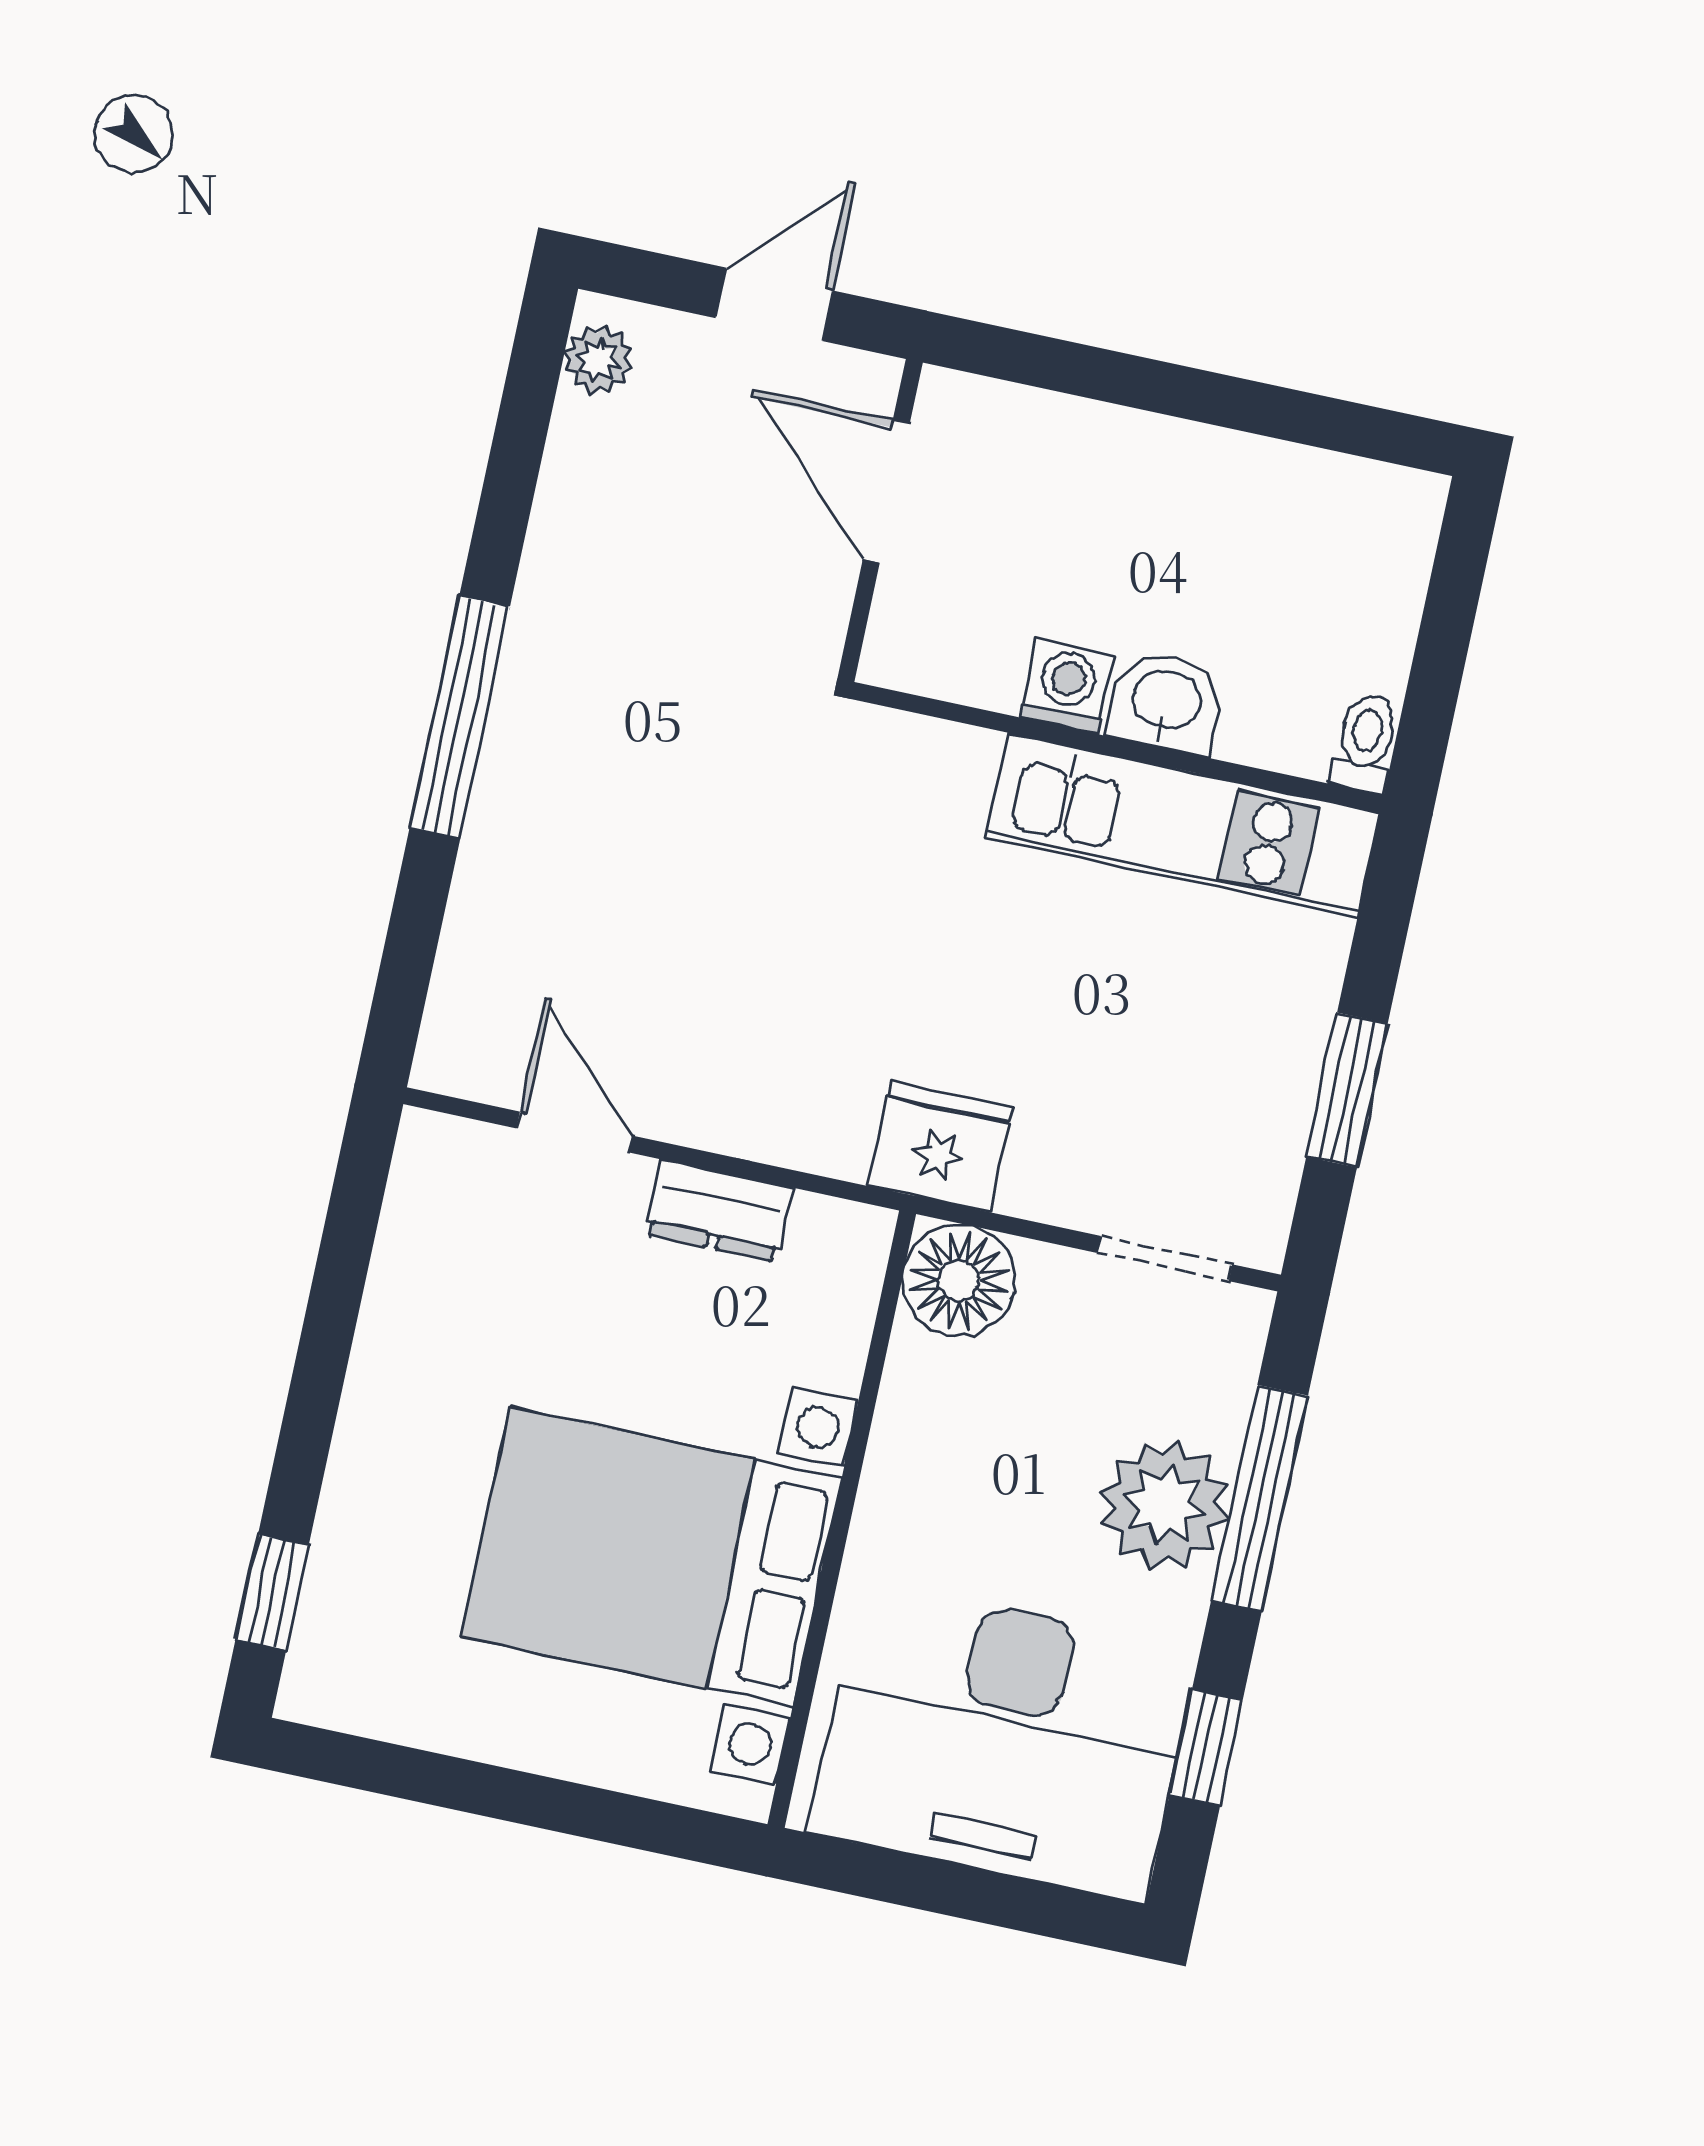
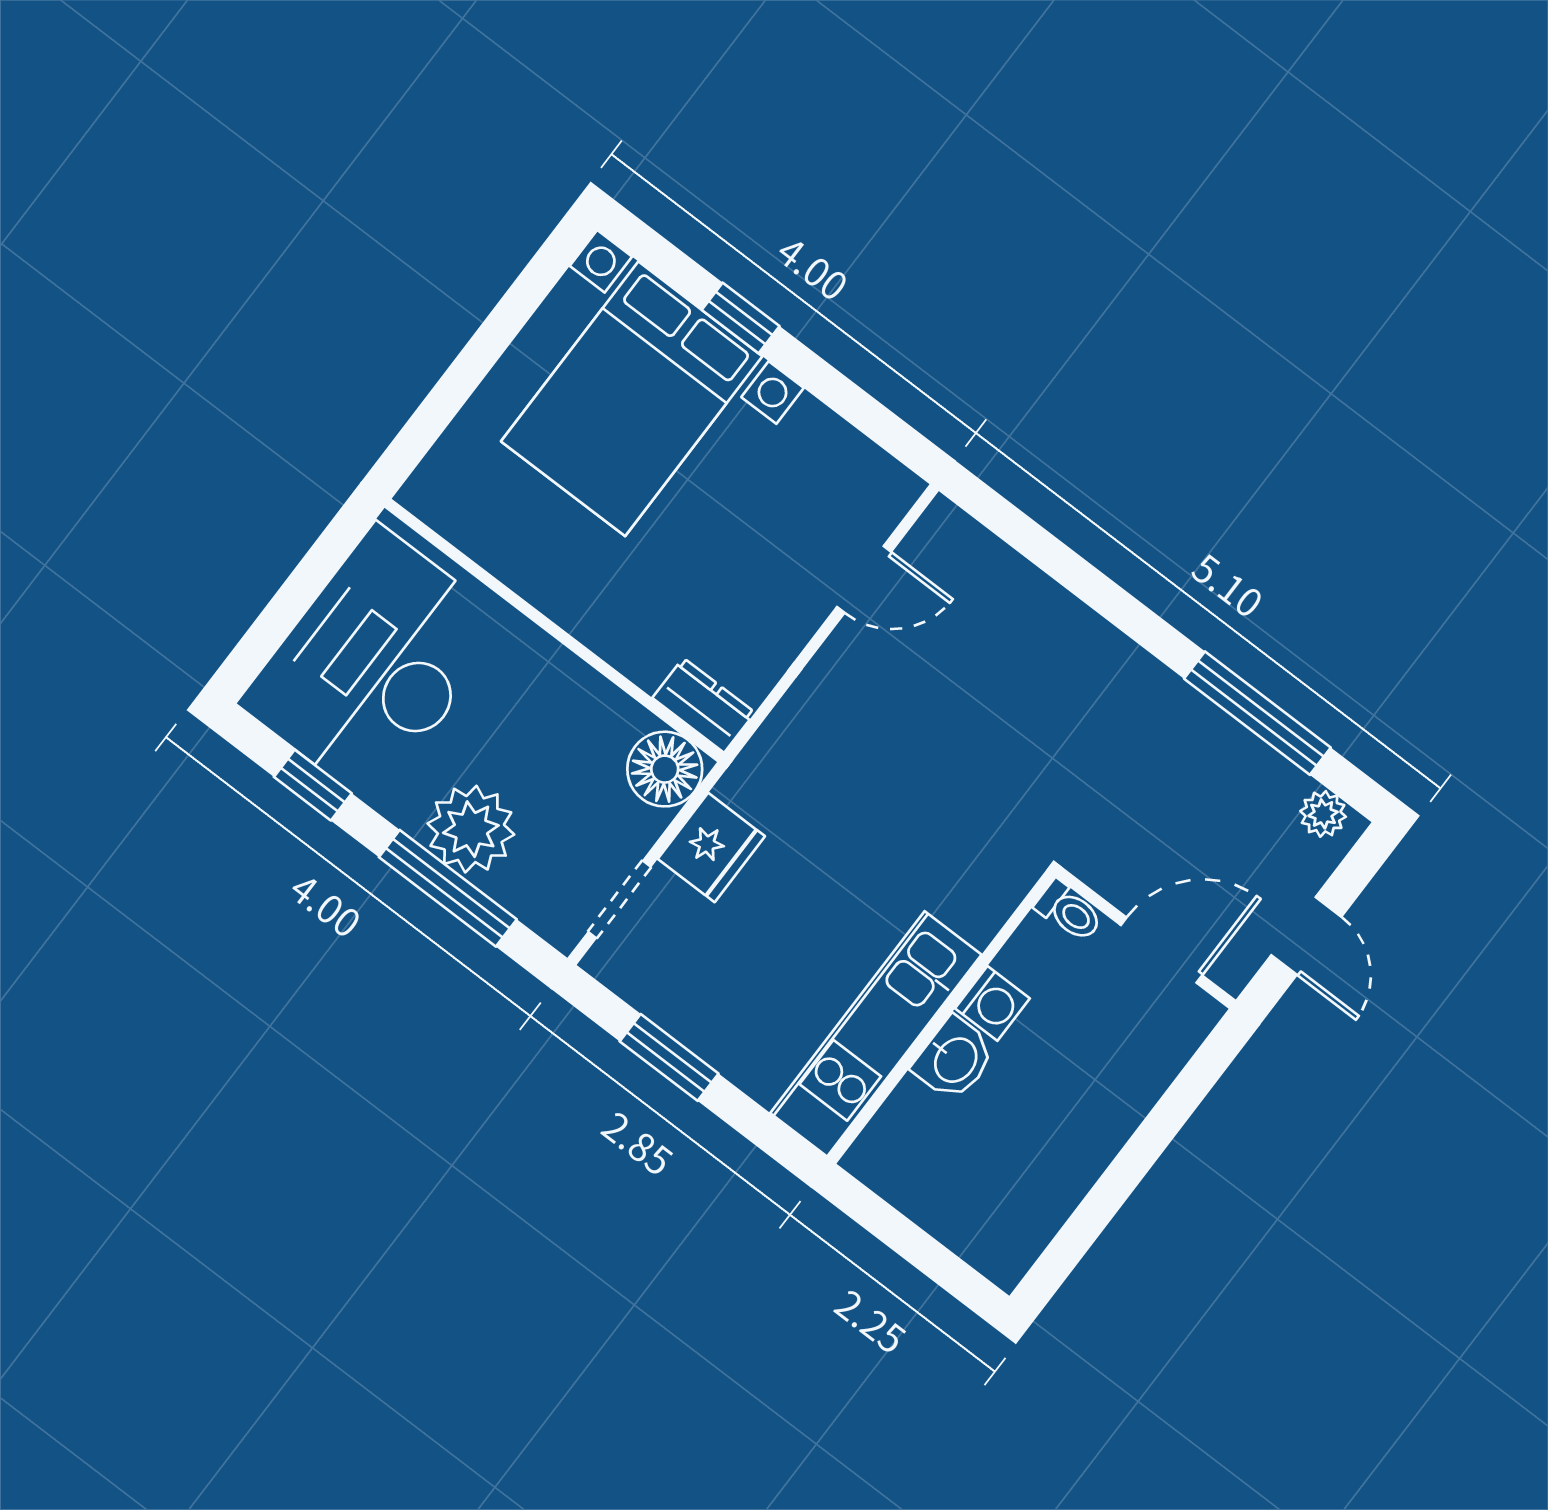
window: (460, 717) -> (1257, 713), moved
toilet: (1365, 743) -> (1069, 911), moved
fridge: (940, 1147) -> (711, 847), moved
dresser: (719, 1211) -> (704, 705), moved, turned 90
bed with nightstands: (651, 1557) -> (632, 399), moved, turned 180
window: (272, 1592) -> (741, 318), moved

